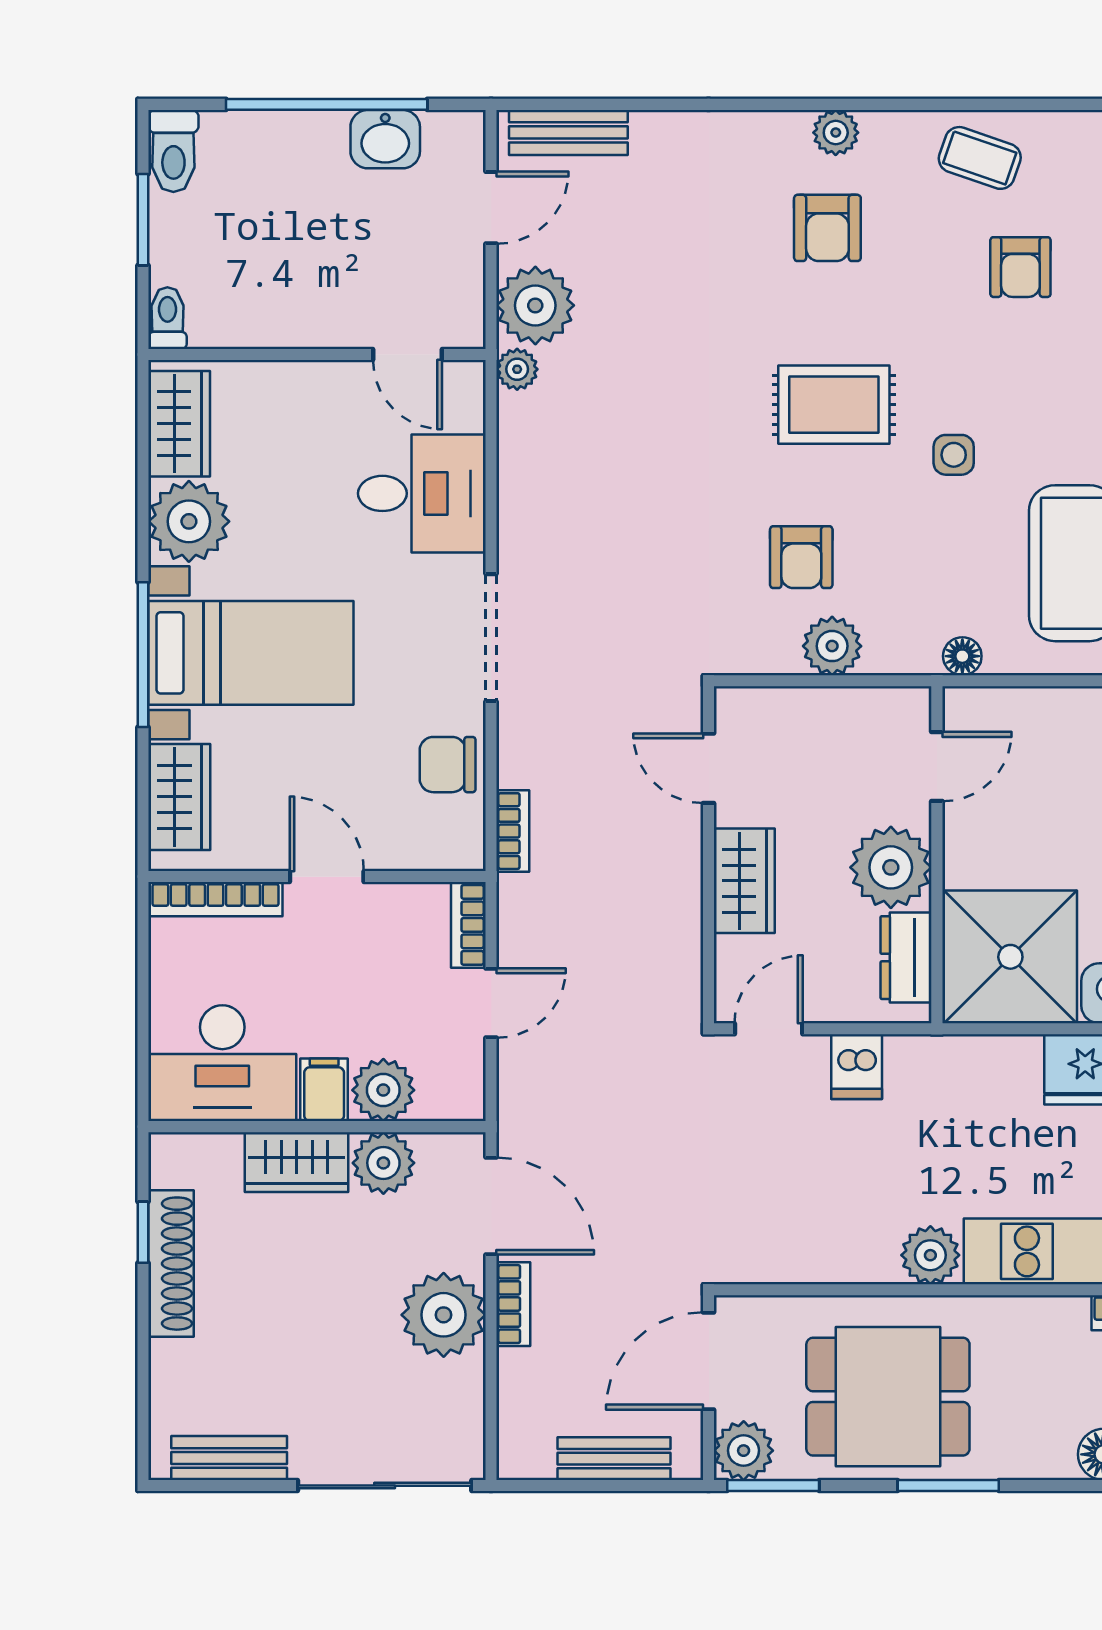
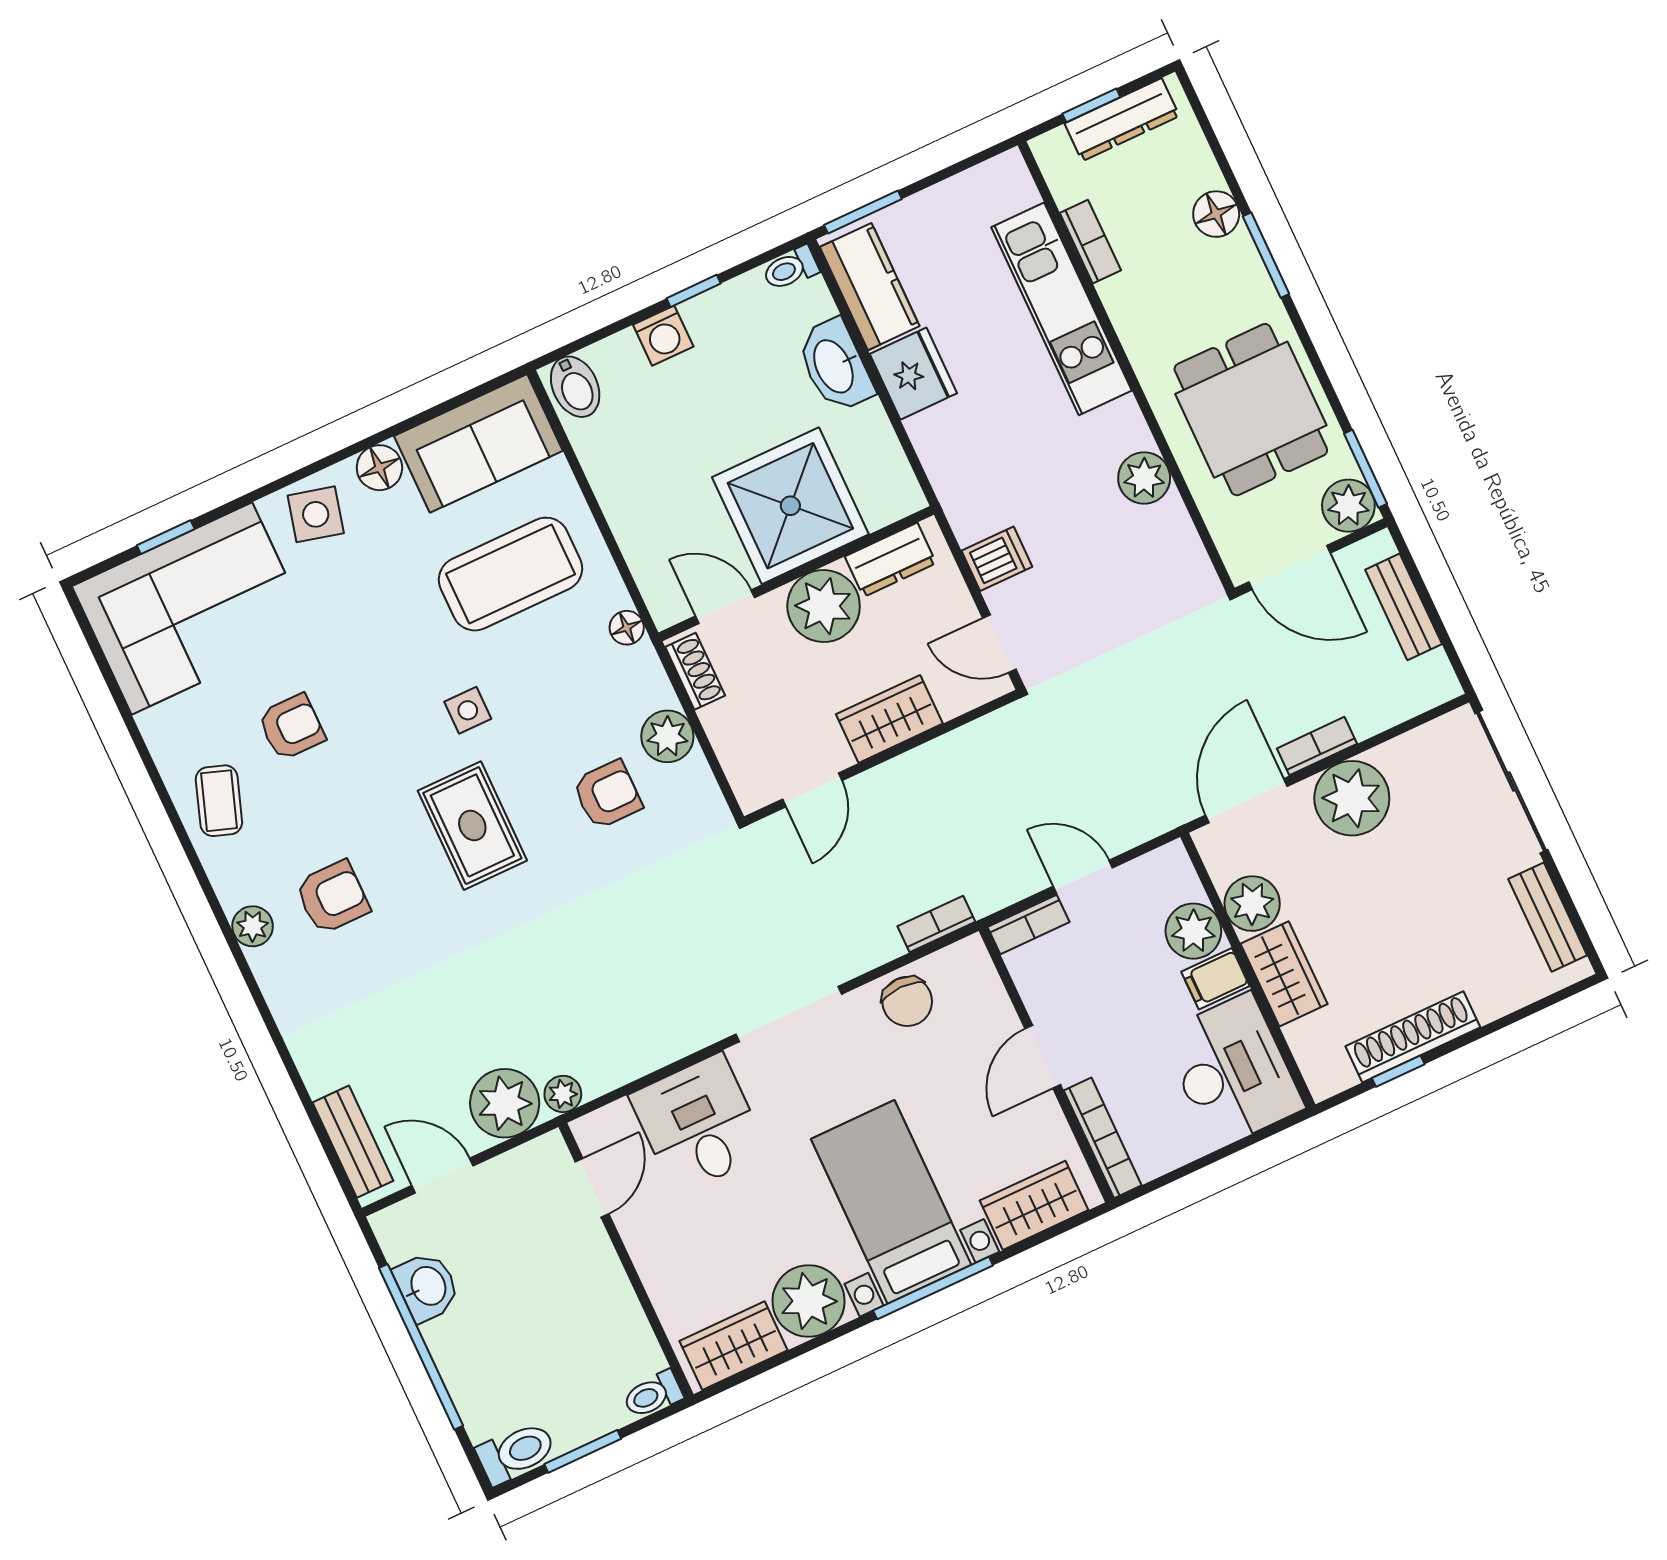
shoe rack: (885, 705) -> (695, 671), added
shower: (1010, 957) -> (790, 506), moved
plant: (930, 1255) -> (1144, 478), moved
window: (948, 1486) -> (1266, 255), moved

